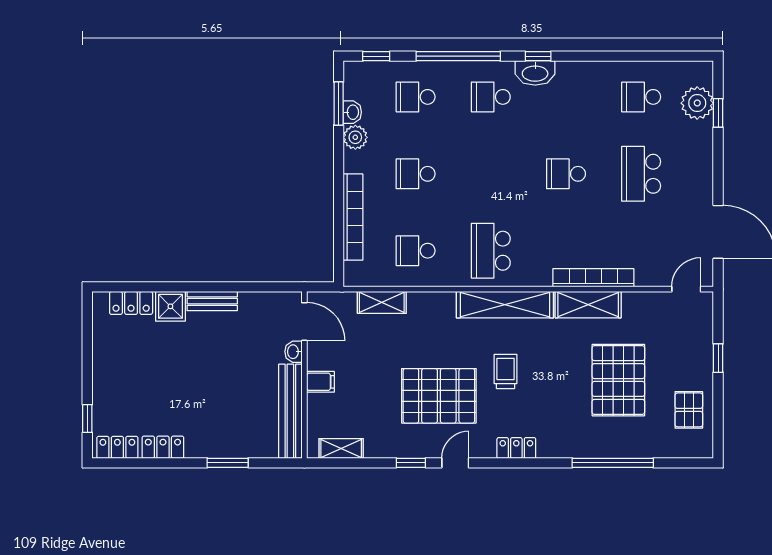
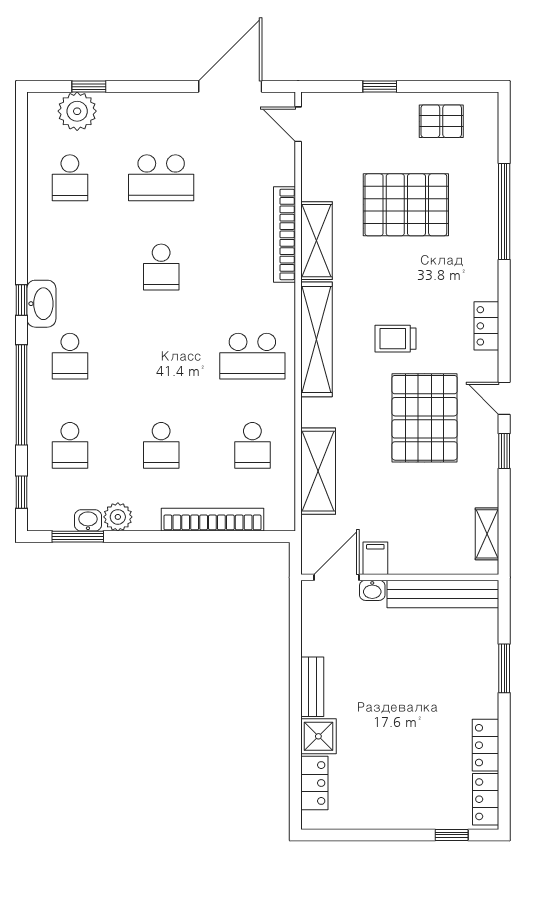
shelving: (382, 302) -> (318, 471), width x1.50, depth x1.33
filing cabinet: (320, 382) -> (375, 558), moved

